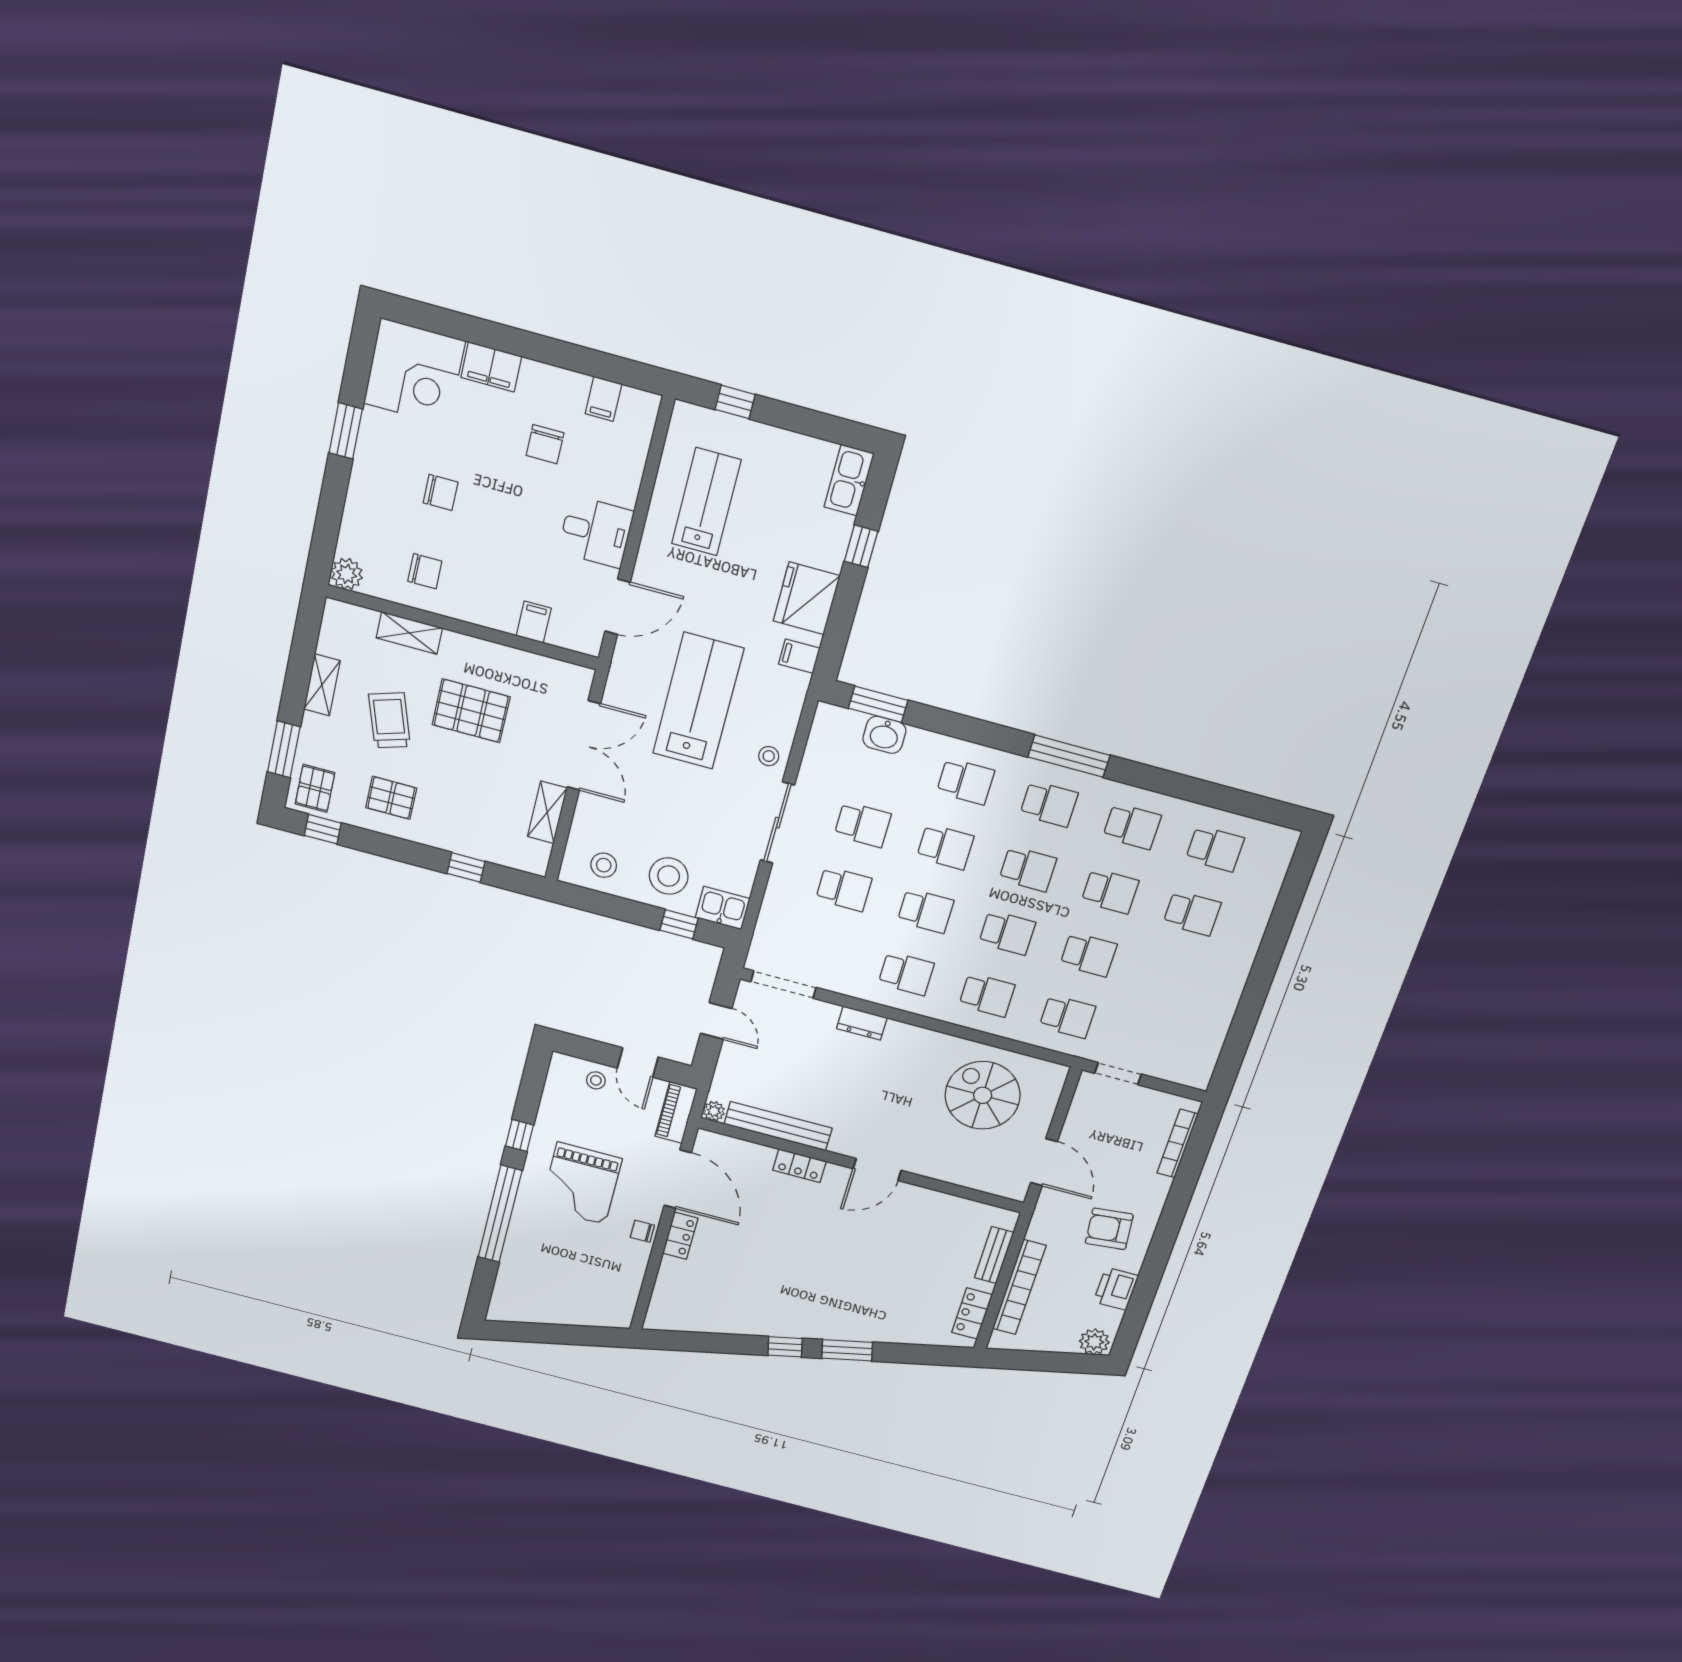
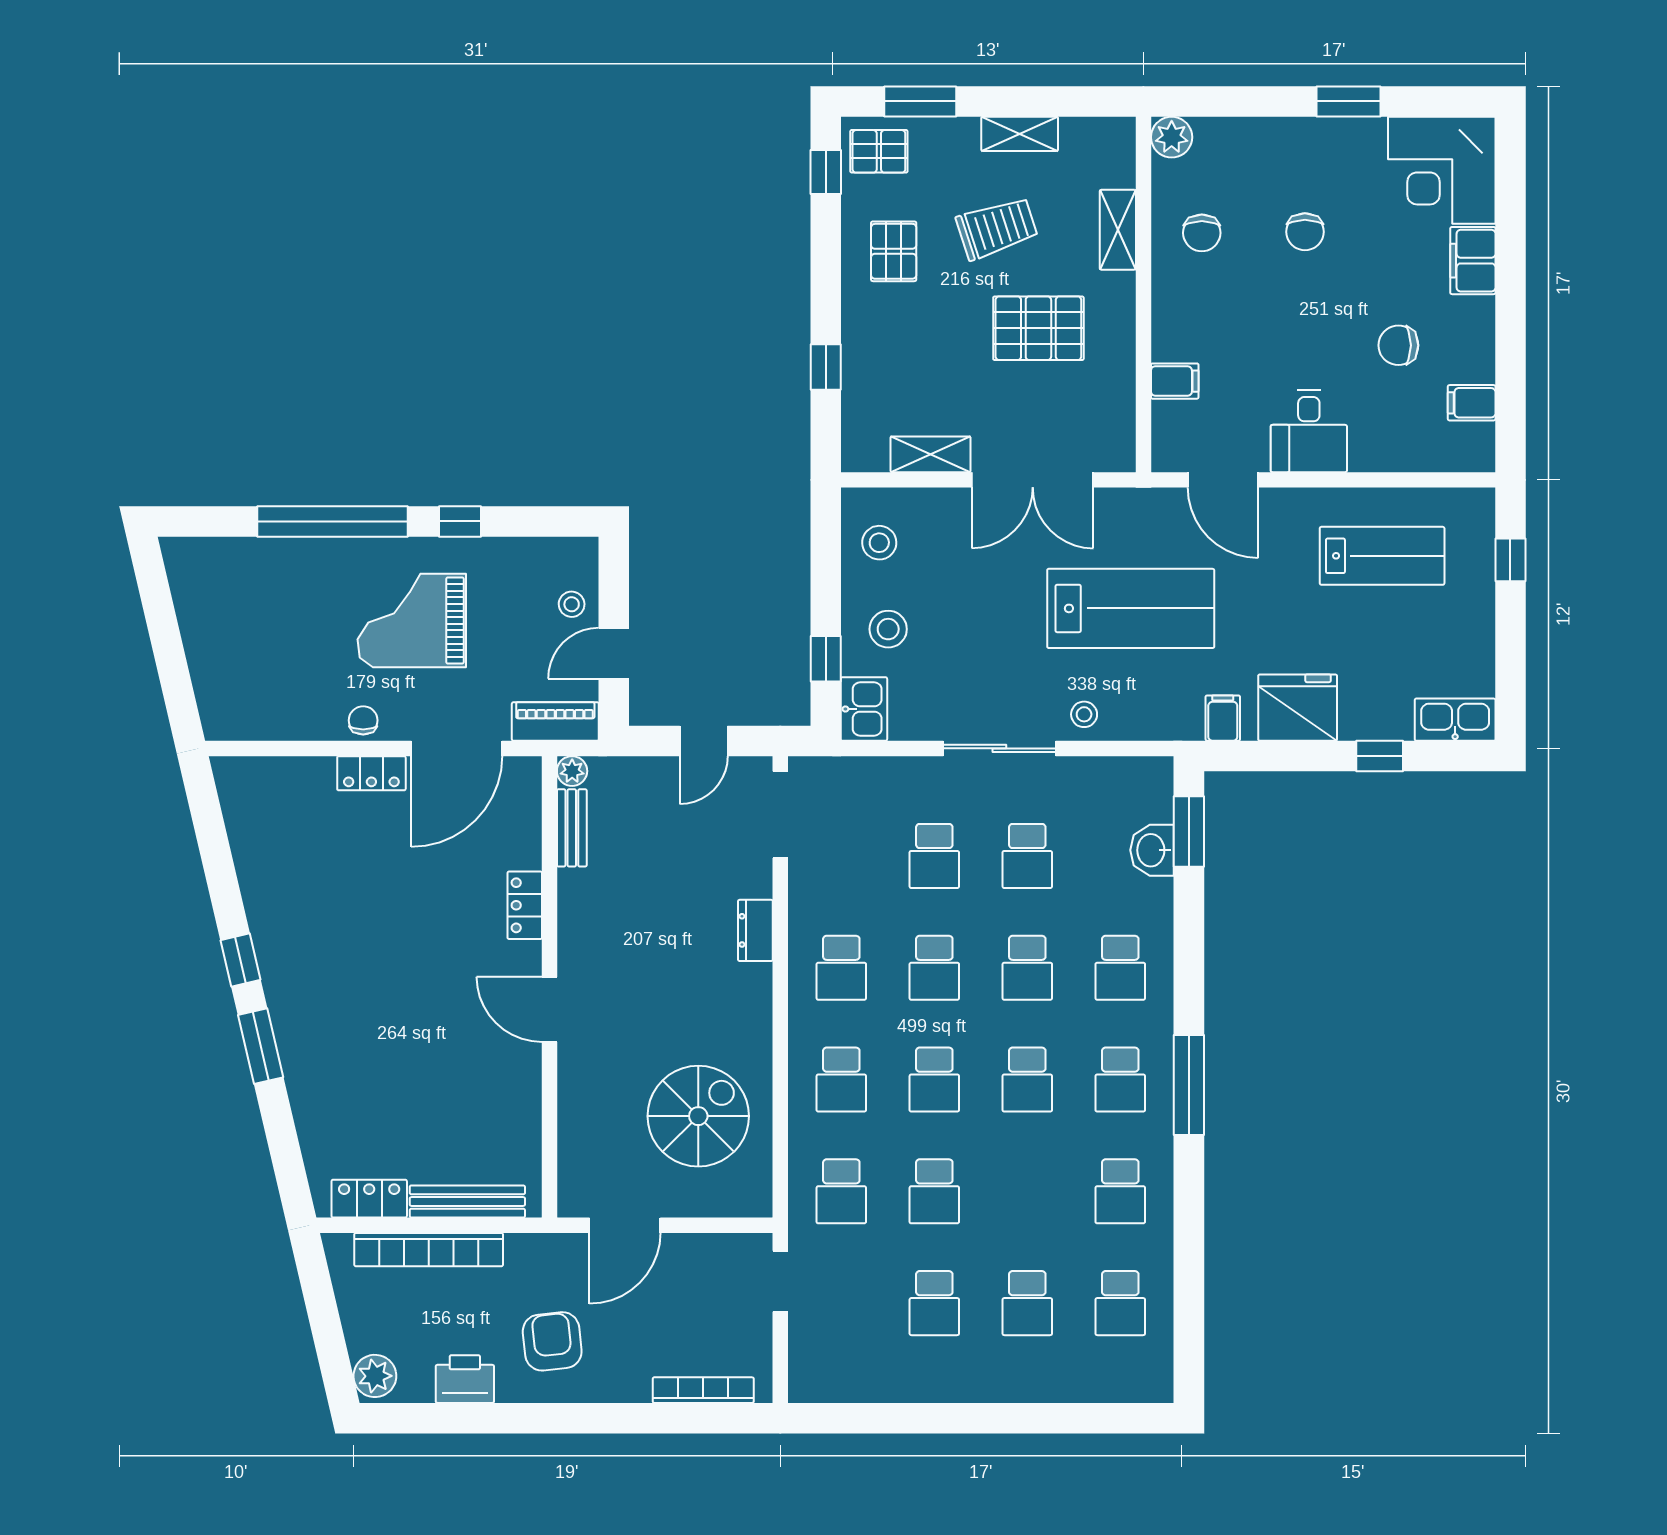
pallet: (471, 711) -> (1038, 328), turned 90
stool: (669, 876) -> (888, 629), width x0.73, depth x0.73
school desk: (1110, 891) -> (934, 1303), moved
bench: (778, 1126) -> (572, 828), width x0.54, depth x0.82
bench: (994, 1255) -> (467, 1202), width x1.36

